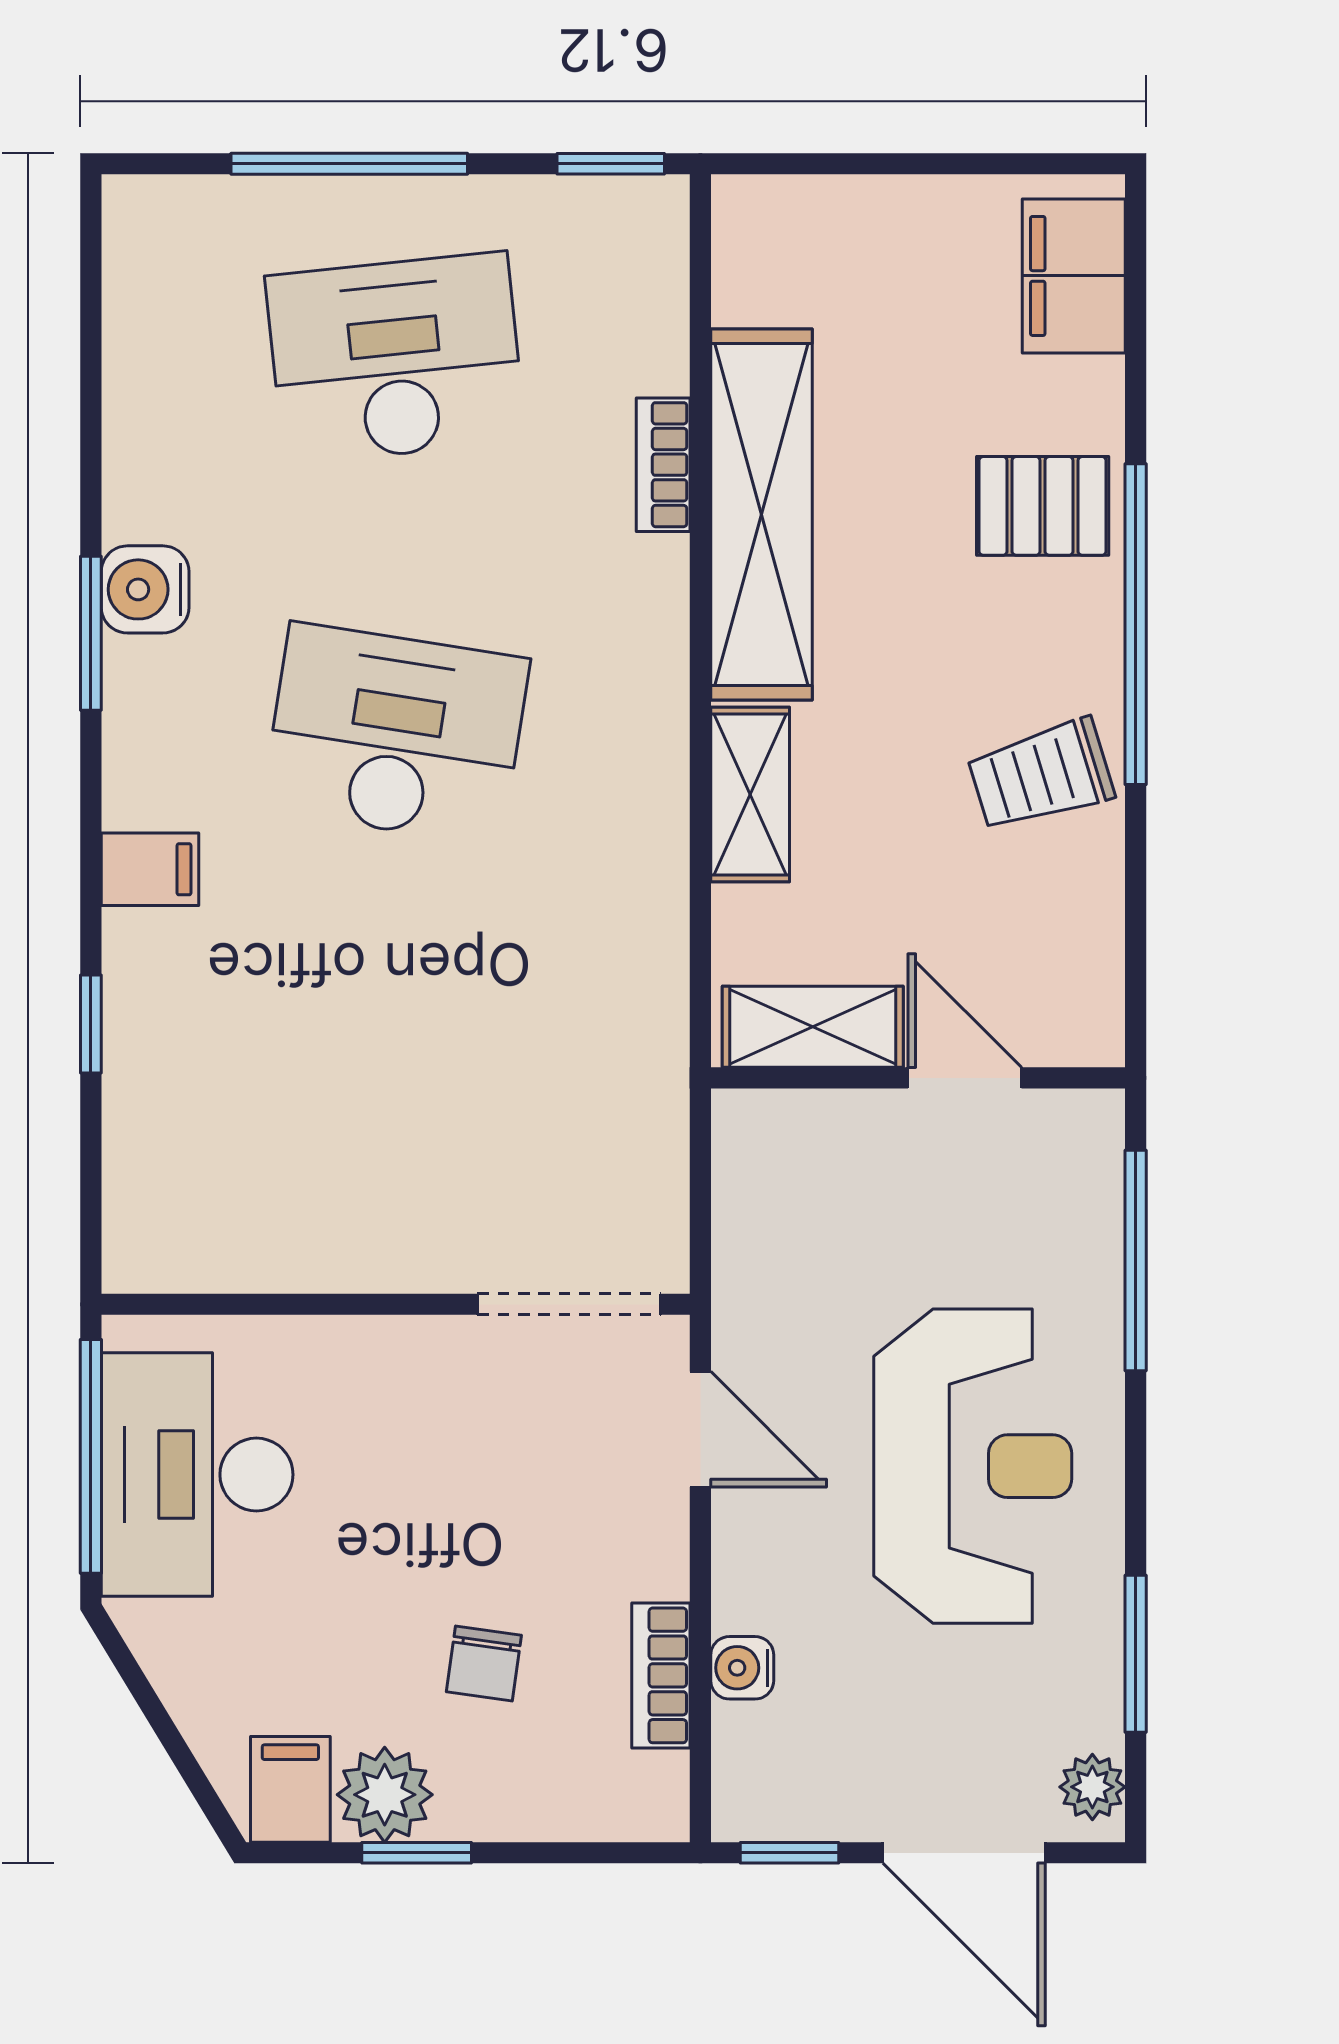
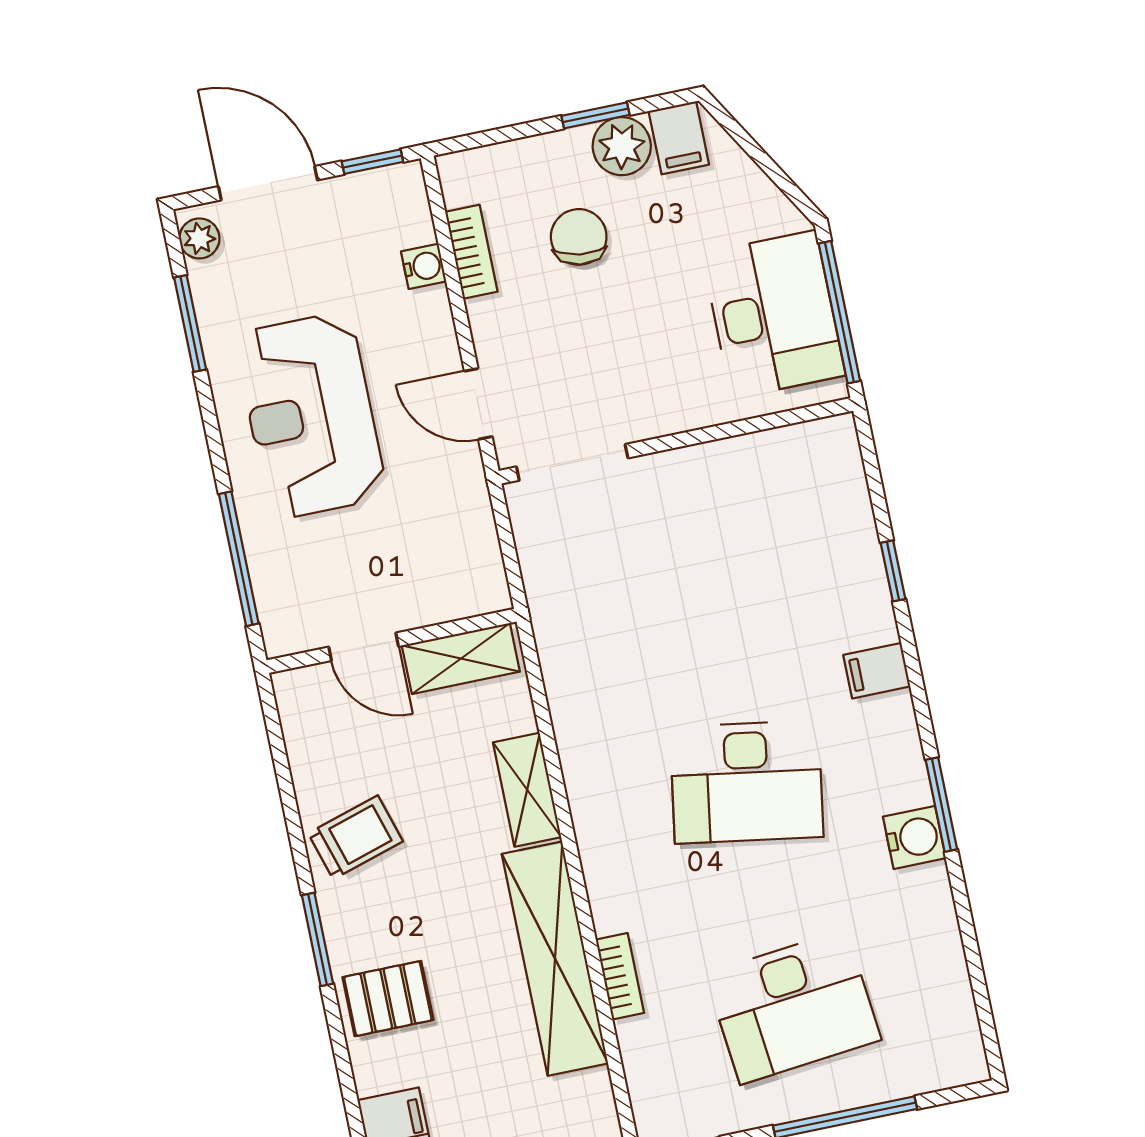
window: (1136, 624) -> (318, 939), width x0.47
chair: (484, 1664) -> (579, 237), width x1.37, depth x1.37

